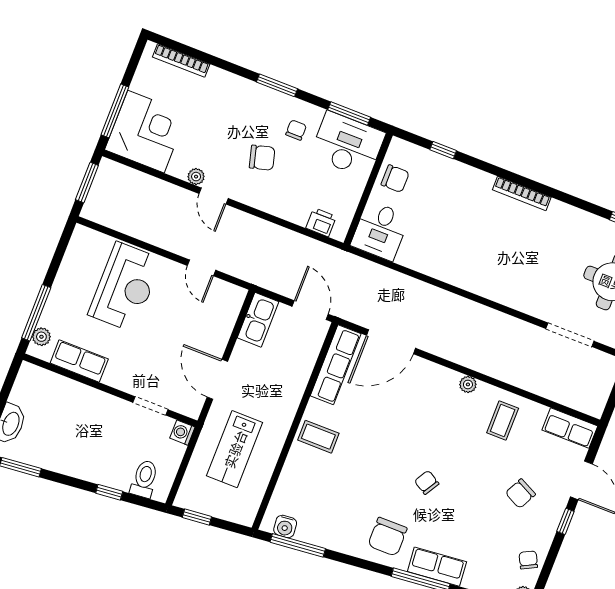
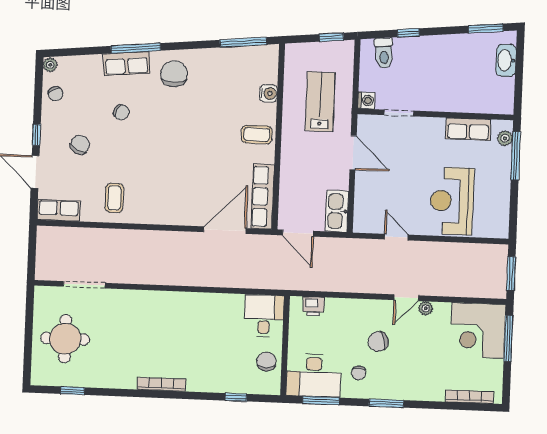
chair: (395, 179) -> (266, 361), turned 90
door: (214, 196) -> (406, 298), swing flipped
plant: (468, 384) -> (152, 217), removed
chair: (427, 482) -> (121, 112), moved
water cooler: (285, 526) -> (269, 93), moved, turned 96

